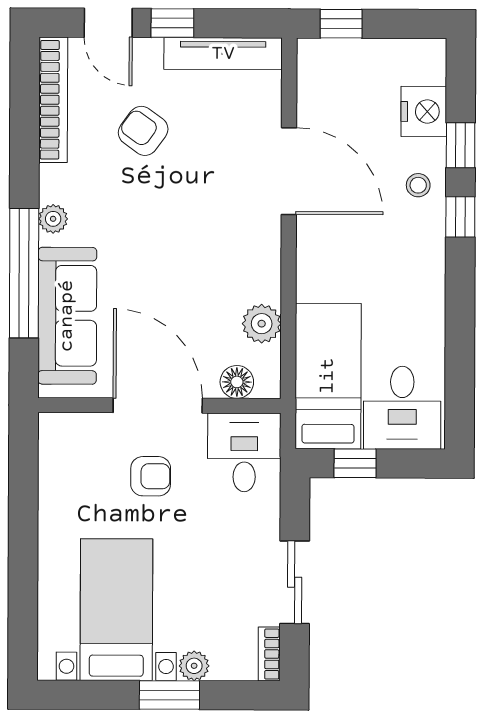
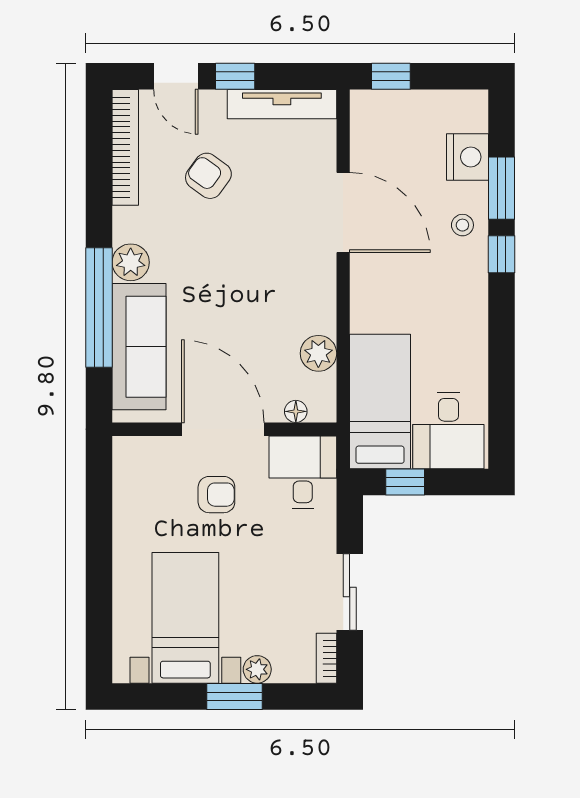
window: (461, 145) -> (501, 188), width x1.50
plant: (53, 219) -> (131, 262), width x1.38, depth x1.38
floor lamp: (237, 382) -> (296, 411), width x0.73, depth x0.73

